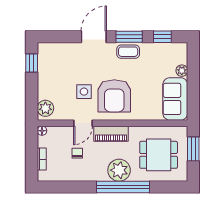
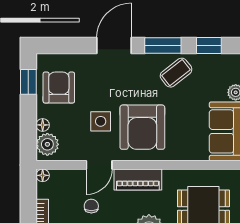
coffee table: (128, 52) -> (176, 73), moved, turned -38
armchair: (54, 67) -> (59, 88), added
floor lamp: (42, 94) -> (43, 125), added

